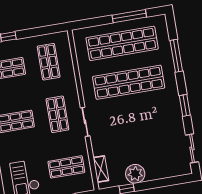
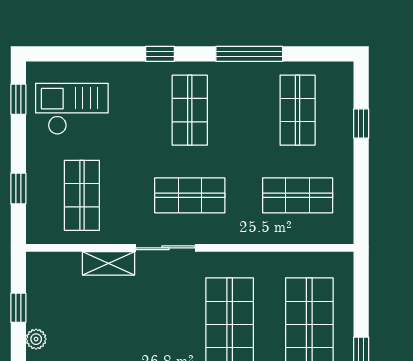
shelving: (101, 169) -> (108, 263), moved
plant: (135, 174) -> (36, 339), width x0.53, depth x0.53

